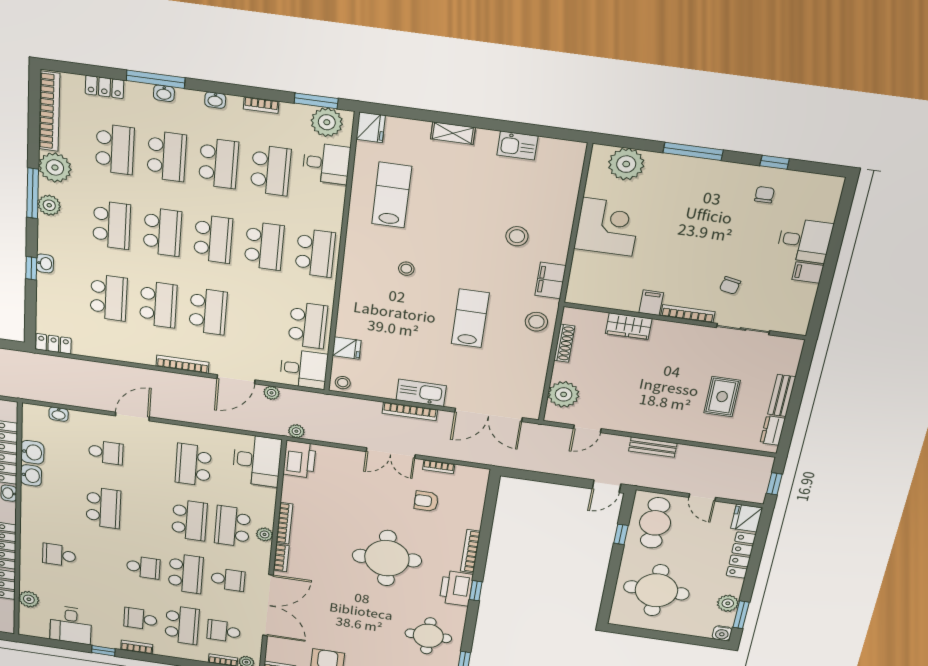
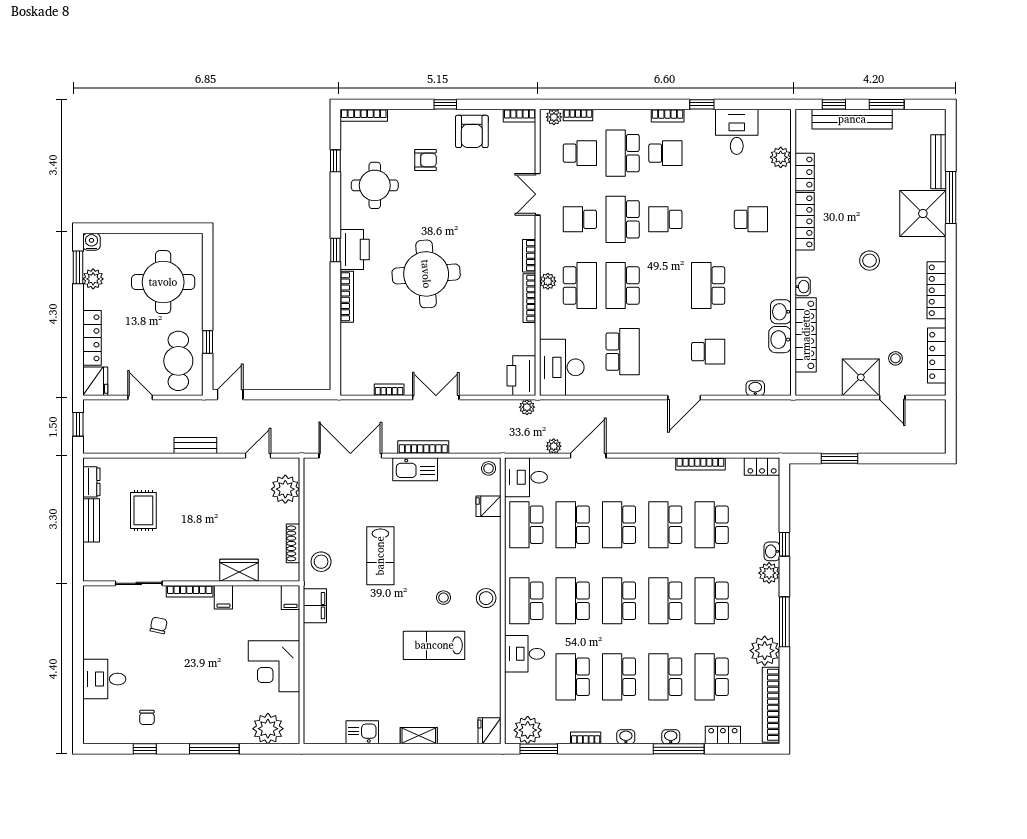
desk: (326, 163) -> (525, 654), moved
lab bench: (392, 195) -> (434, 645), moved, turned 90
plant: (49, 205) -> (769, 573), moved
stool: (517, 236) -> (486, 598), moved
filing cabinet: (808, 273) -> (290, 597), moved, turned 90
school desk: (258, 318) -> (573, 525), added
bookcase: (182, 364) -> (700, 464), moved
school desk: (106, 452) -> (708, 352), turned 180
armchair: (426, 501) -> (425, 160), moved
double door: (268, 605) -> (538, 194), width x0.54

